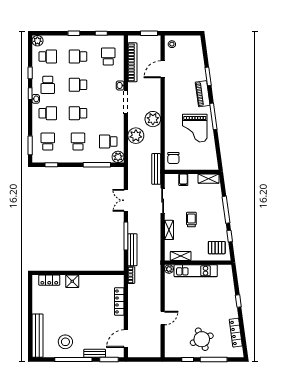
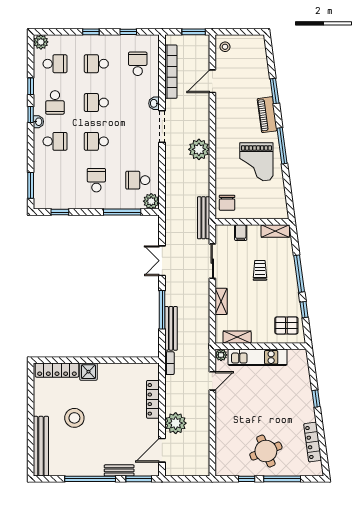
plant: (136, 136) -> (176, 423), moved
school desk: (48, 142) -> (55, 180), removed
trolley: (191, 220) -> (260, 270), moved
locker: (49, 280) -> (57, 370), width x1.53
door: (163, 318) -> (212, 381), moved
stool: (65, 342) -> (74, 418), moved

